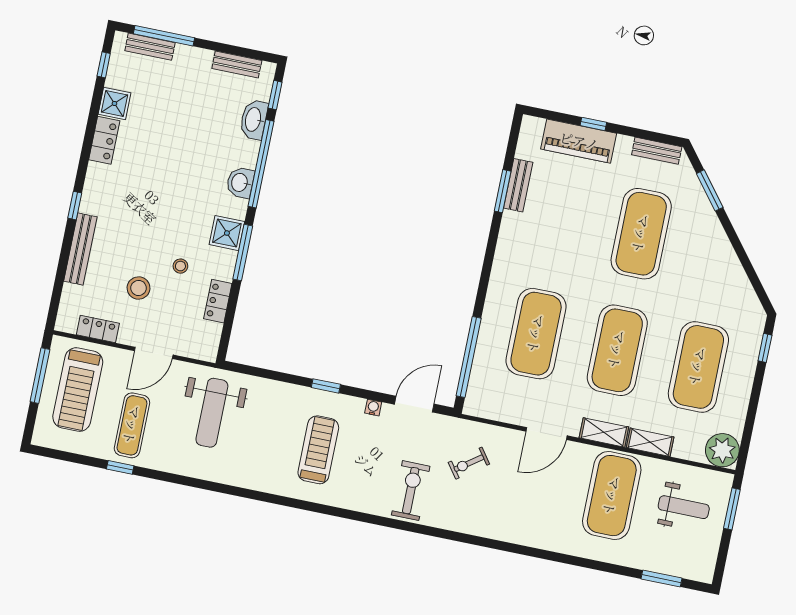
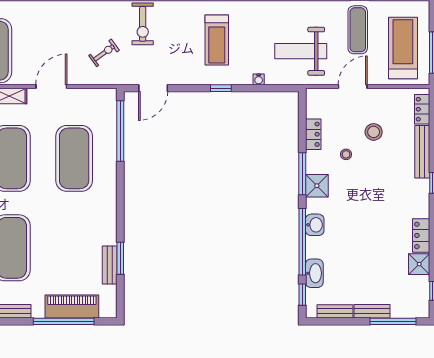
bench: (150, 47) -> (372, 311), moved
window: (593, 124) -> (64, 321), width x3.17
locker: (98, 329) -> (422, 109), moved, turned 90
water cooler: (373, 408) -> (259, 79), moved
weight bench: (212, 413) -> (301, 51), turned -90

